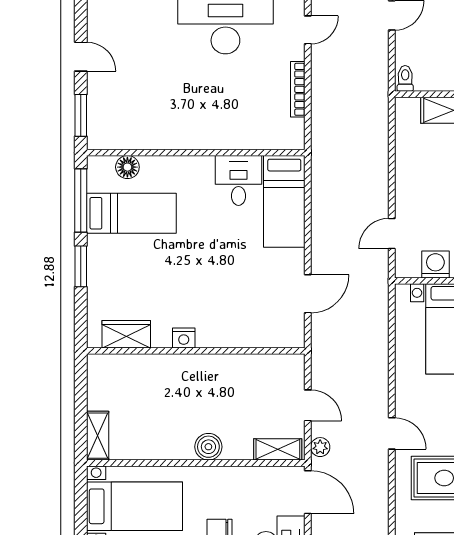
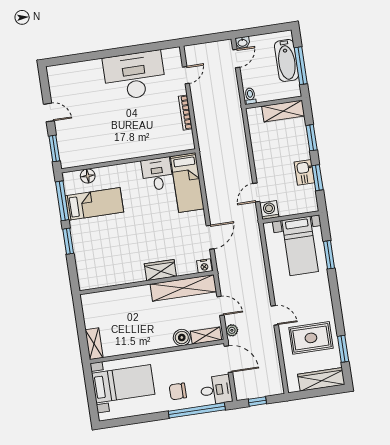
washing machine: (435, 264) -> (269, 210), moved
wardrobe: (126, 334) -> (160, 270), moved
nightstand: (184, 338) -> (204, 266), moved
shelving: (253, 368) -> (183, 288), added
boiler: (208, 447) -> (182, 338), moved

